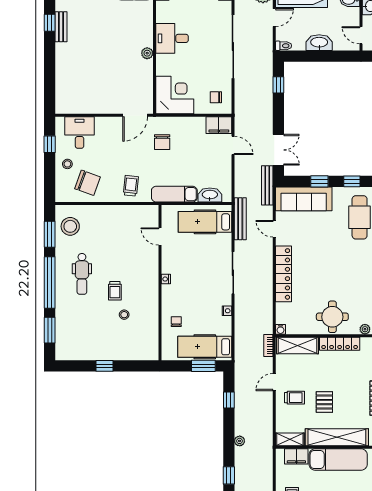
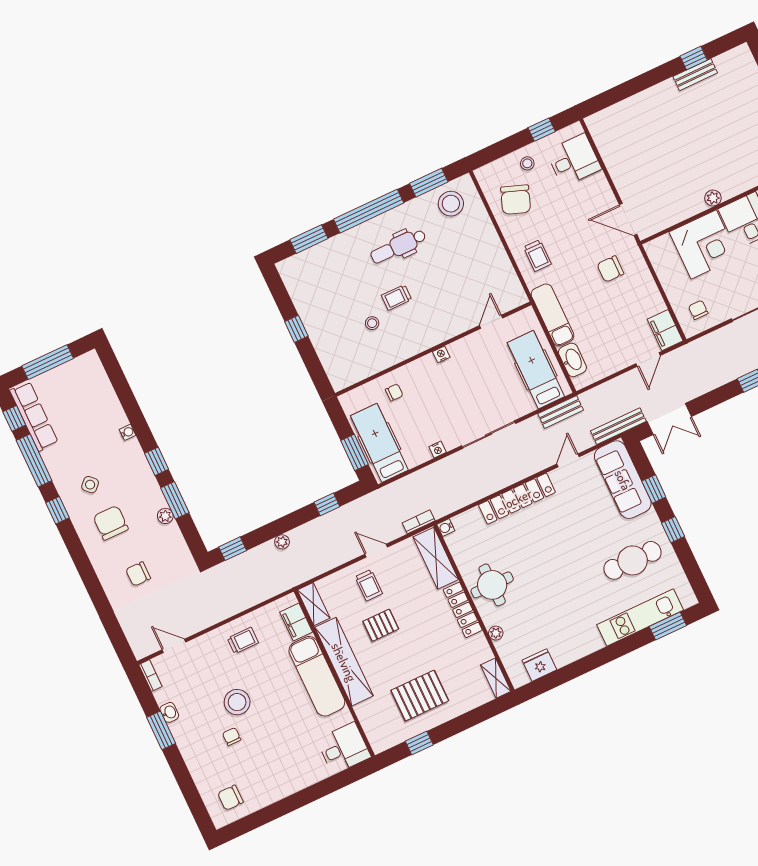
corner desk: (175, 95) -> (704, 244), moved
trolley: (131, 186) -> (537, 256), turned 84
bench: (240, 219) -> (561, 412), width x0.73

